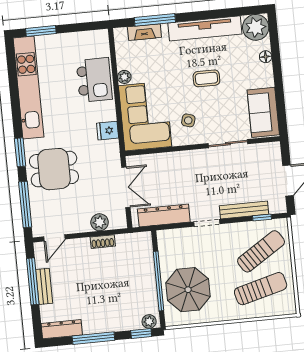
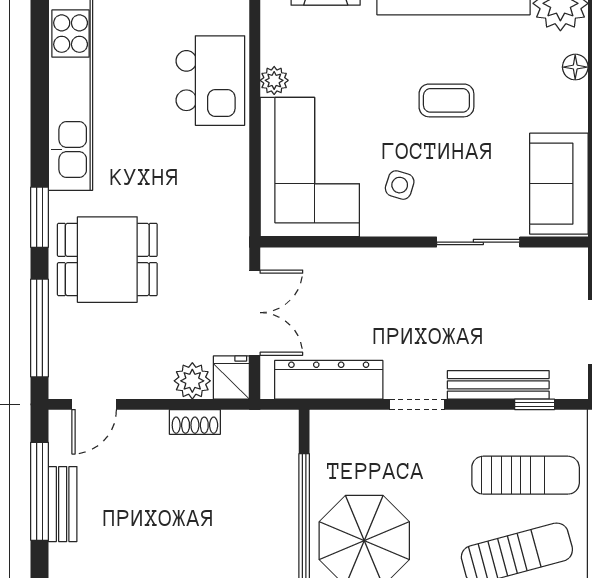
fridge: (108, 131) -> (231, 377), moved, turned 90
sun lounger: (261, 251) -> (526, 475), turned 33

